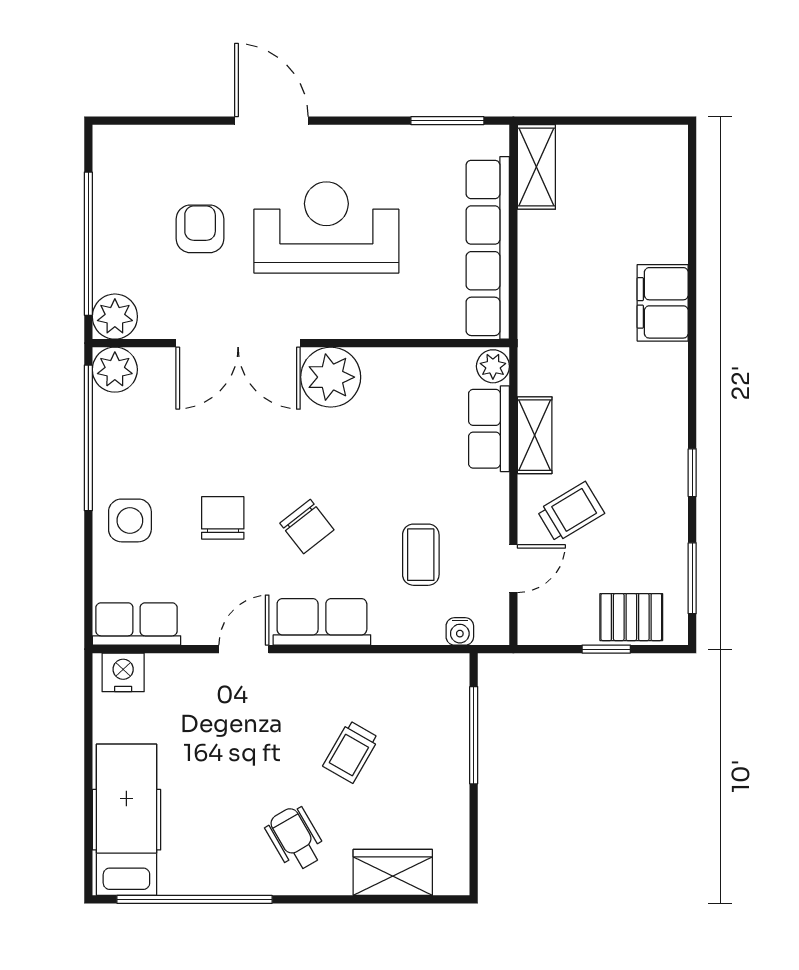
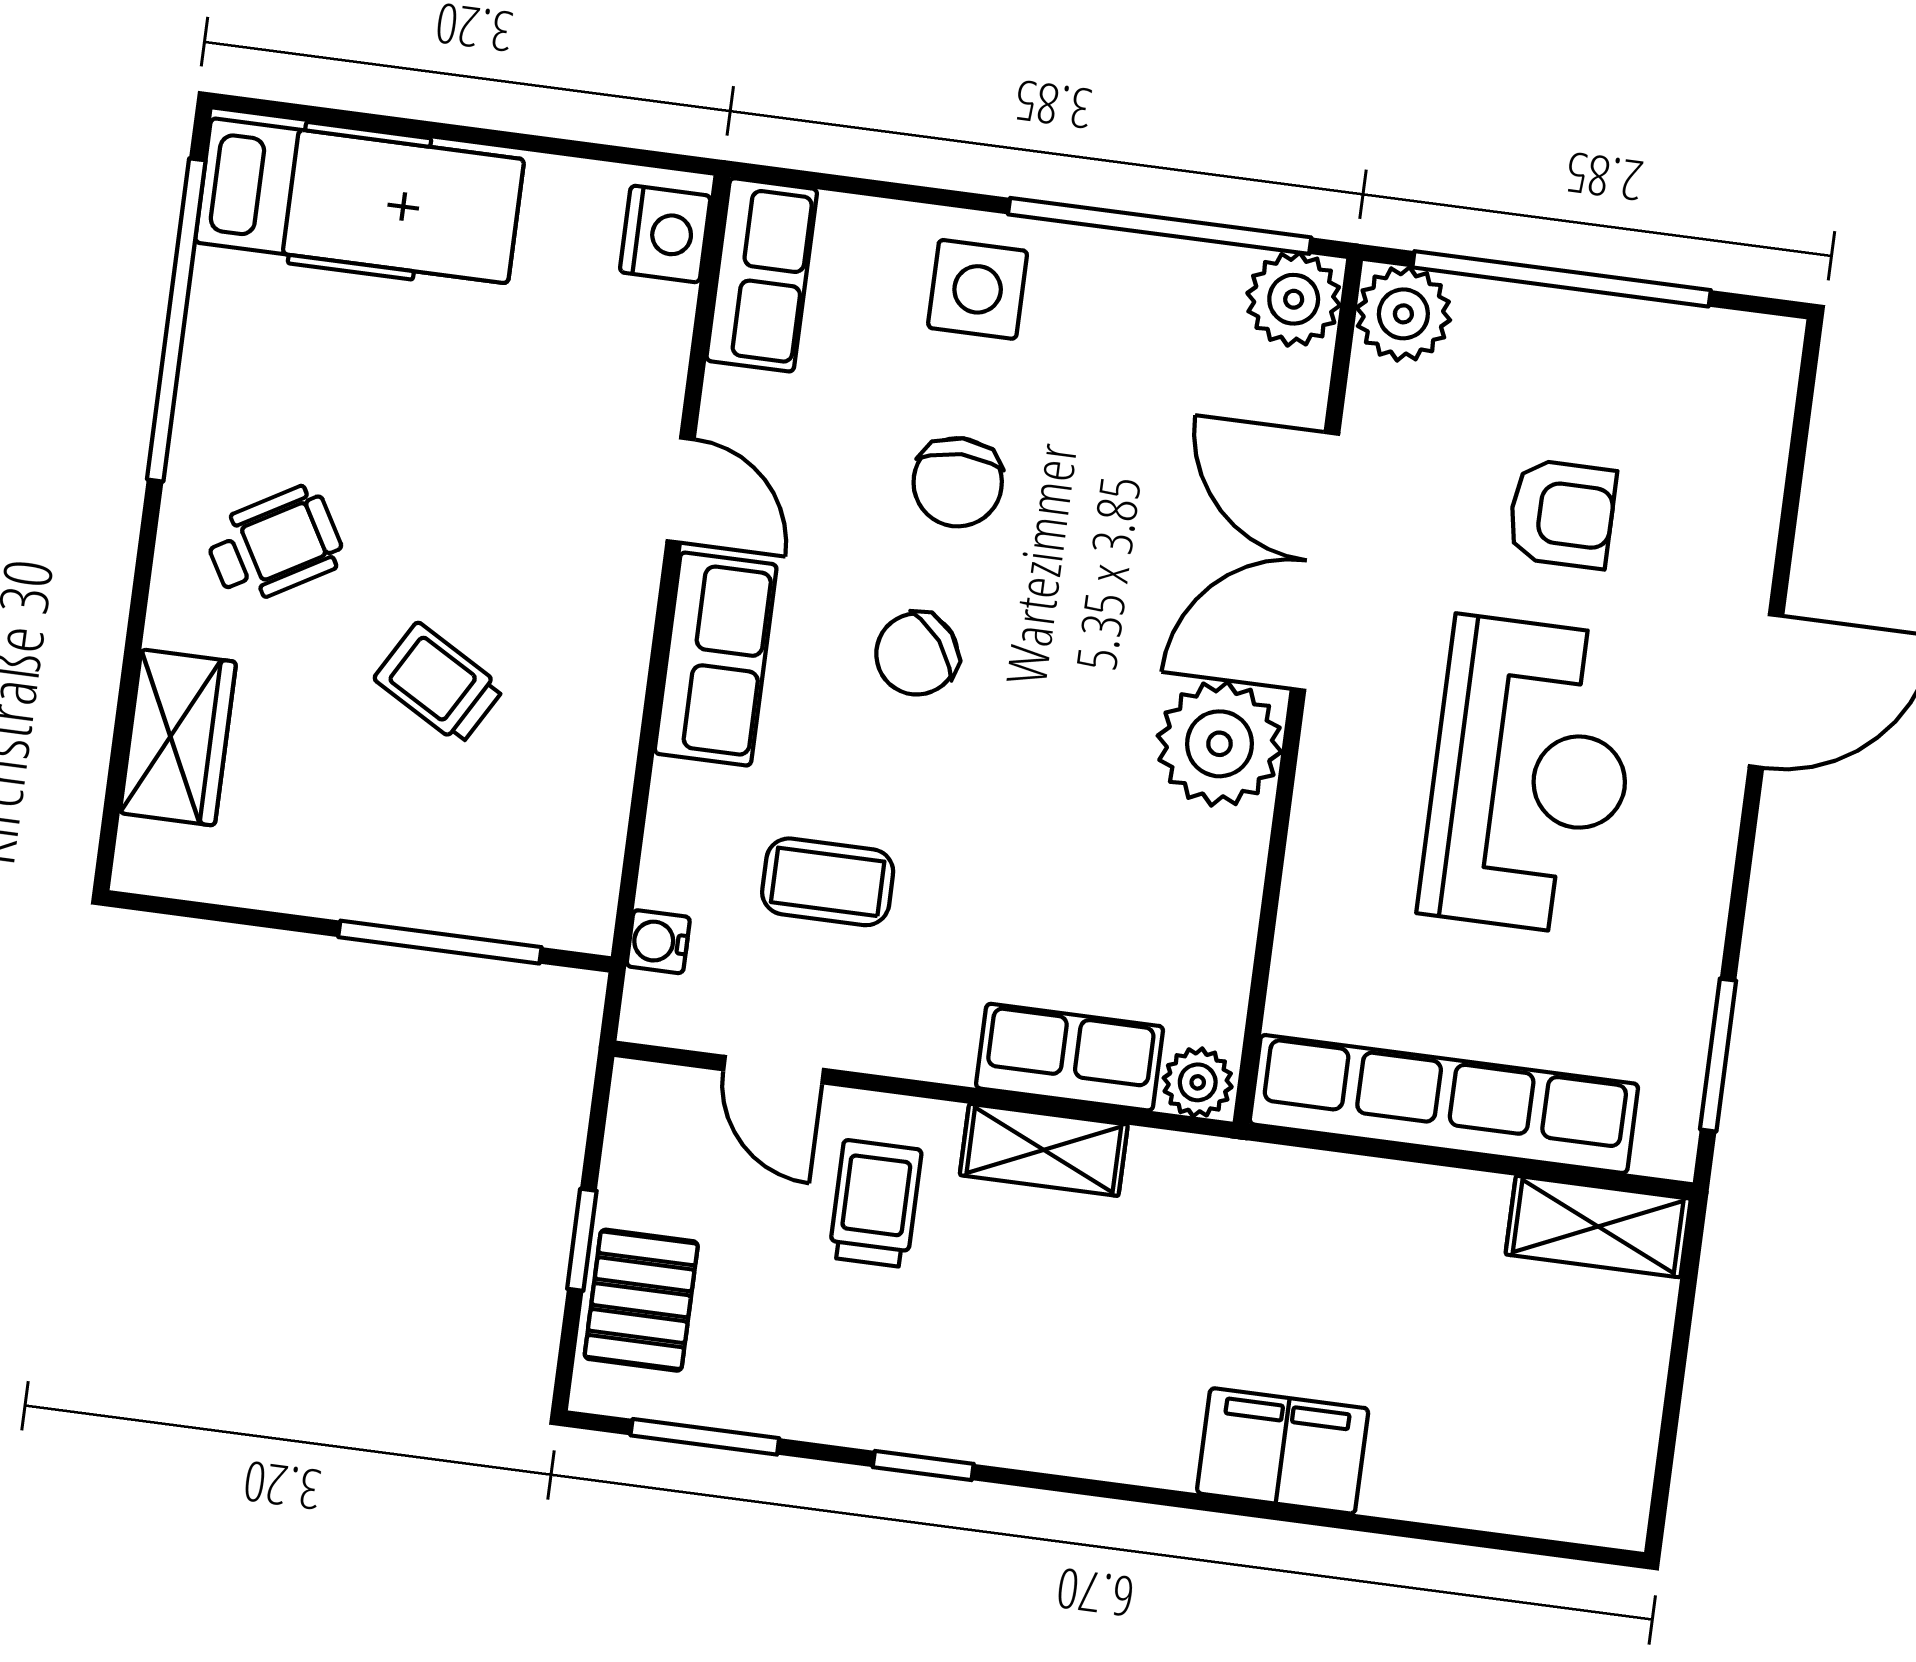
trolley: (571, 512) -> (875, 1204), turned -149
chair: (223, 518) -> (958, 482), turned 90

